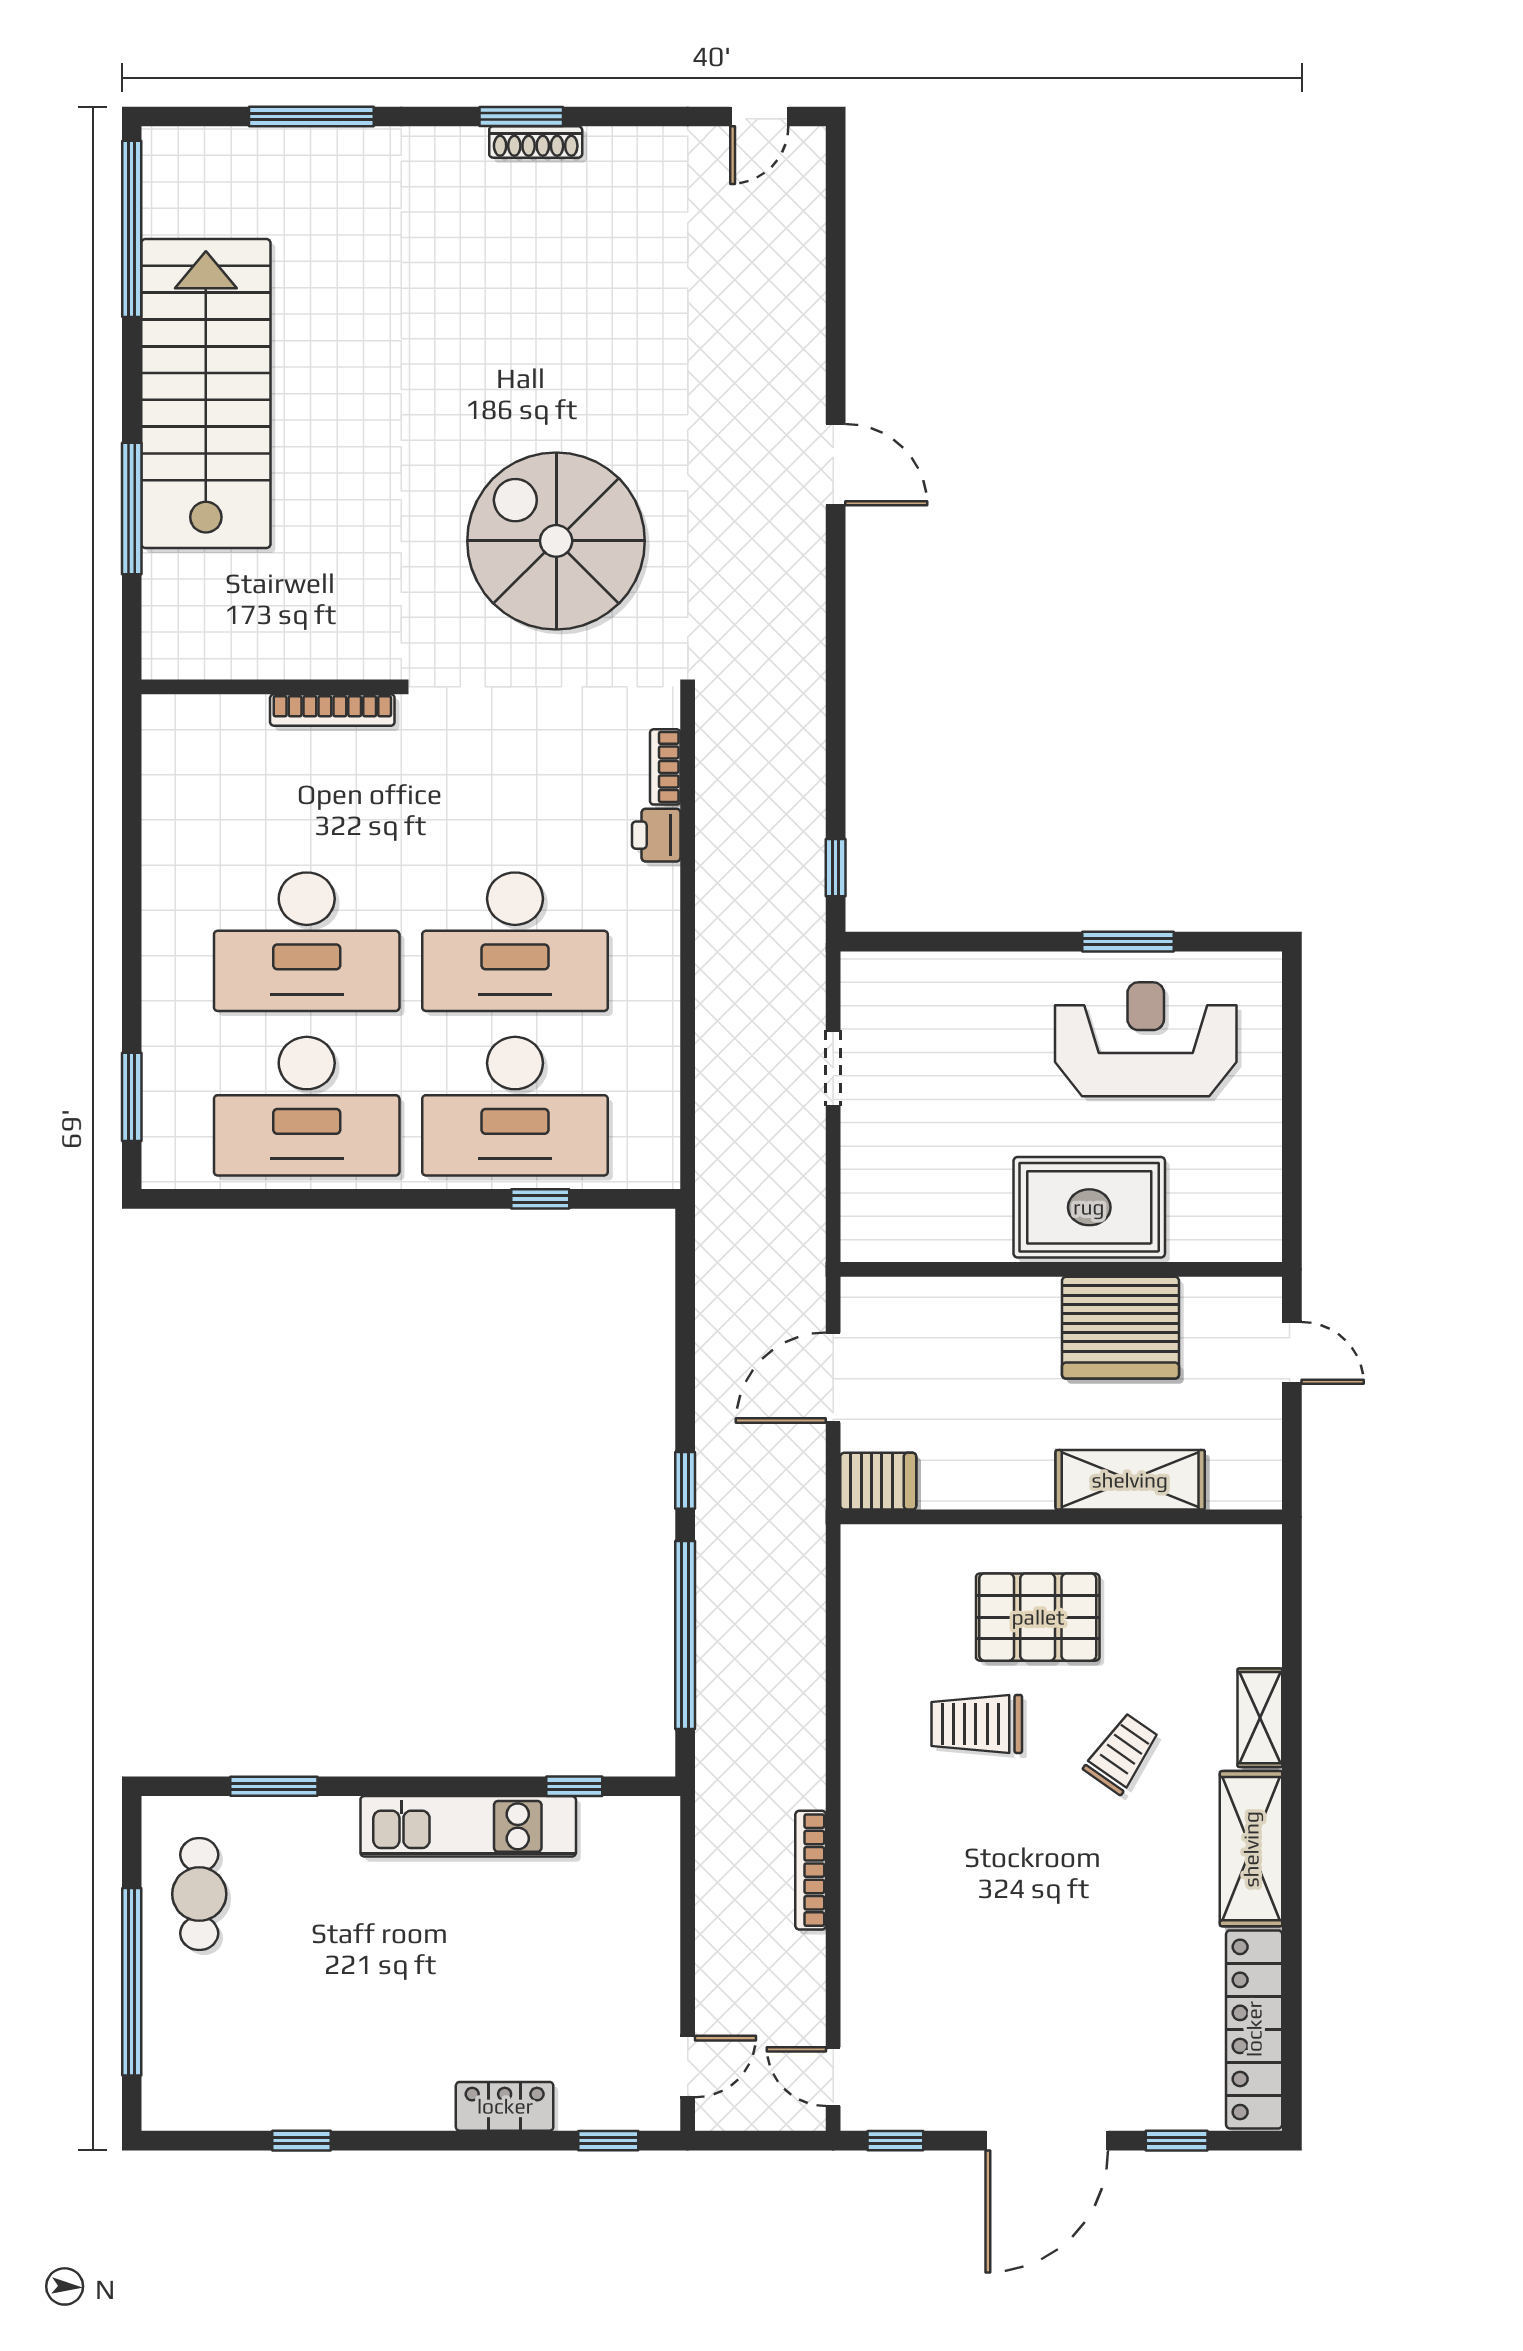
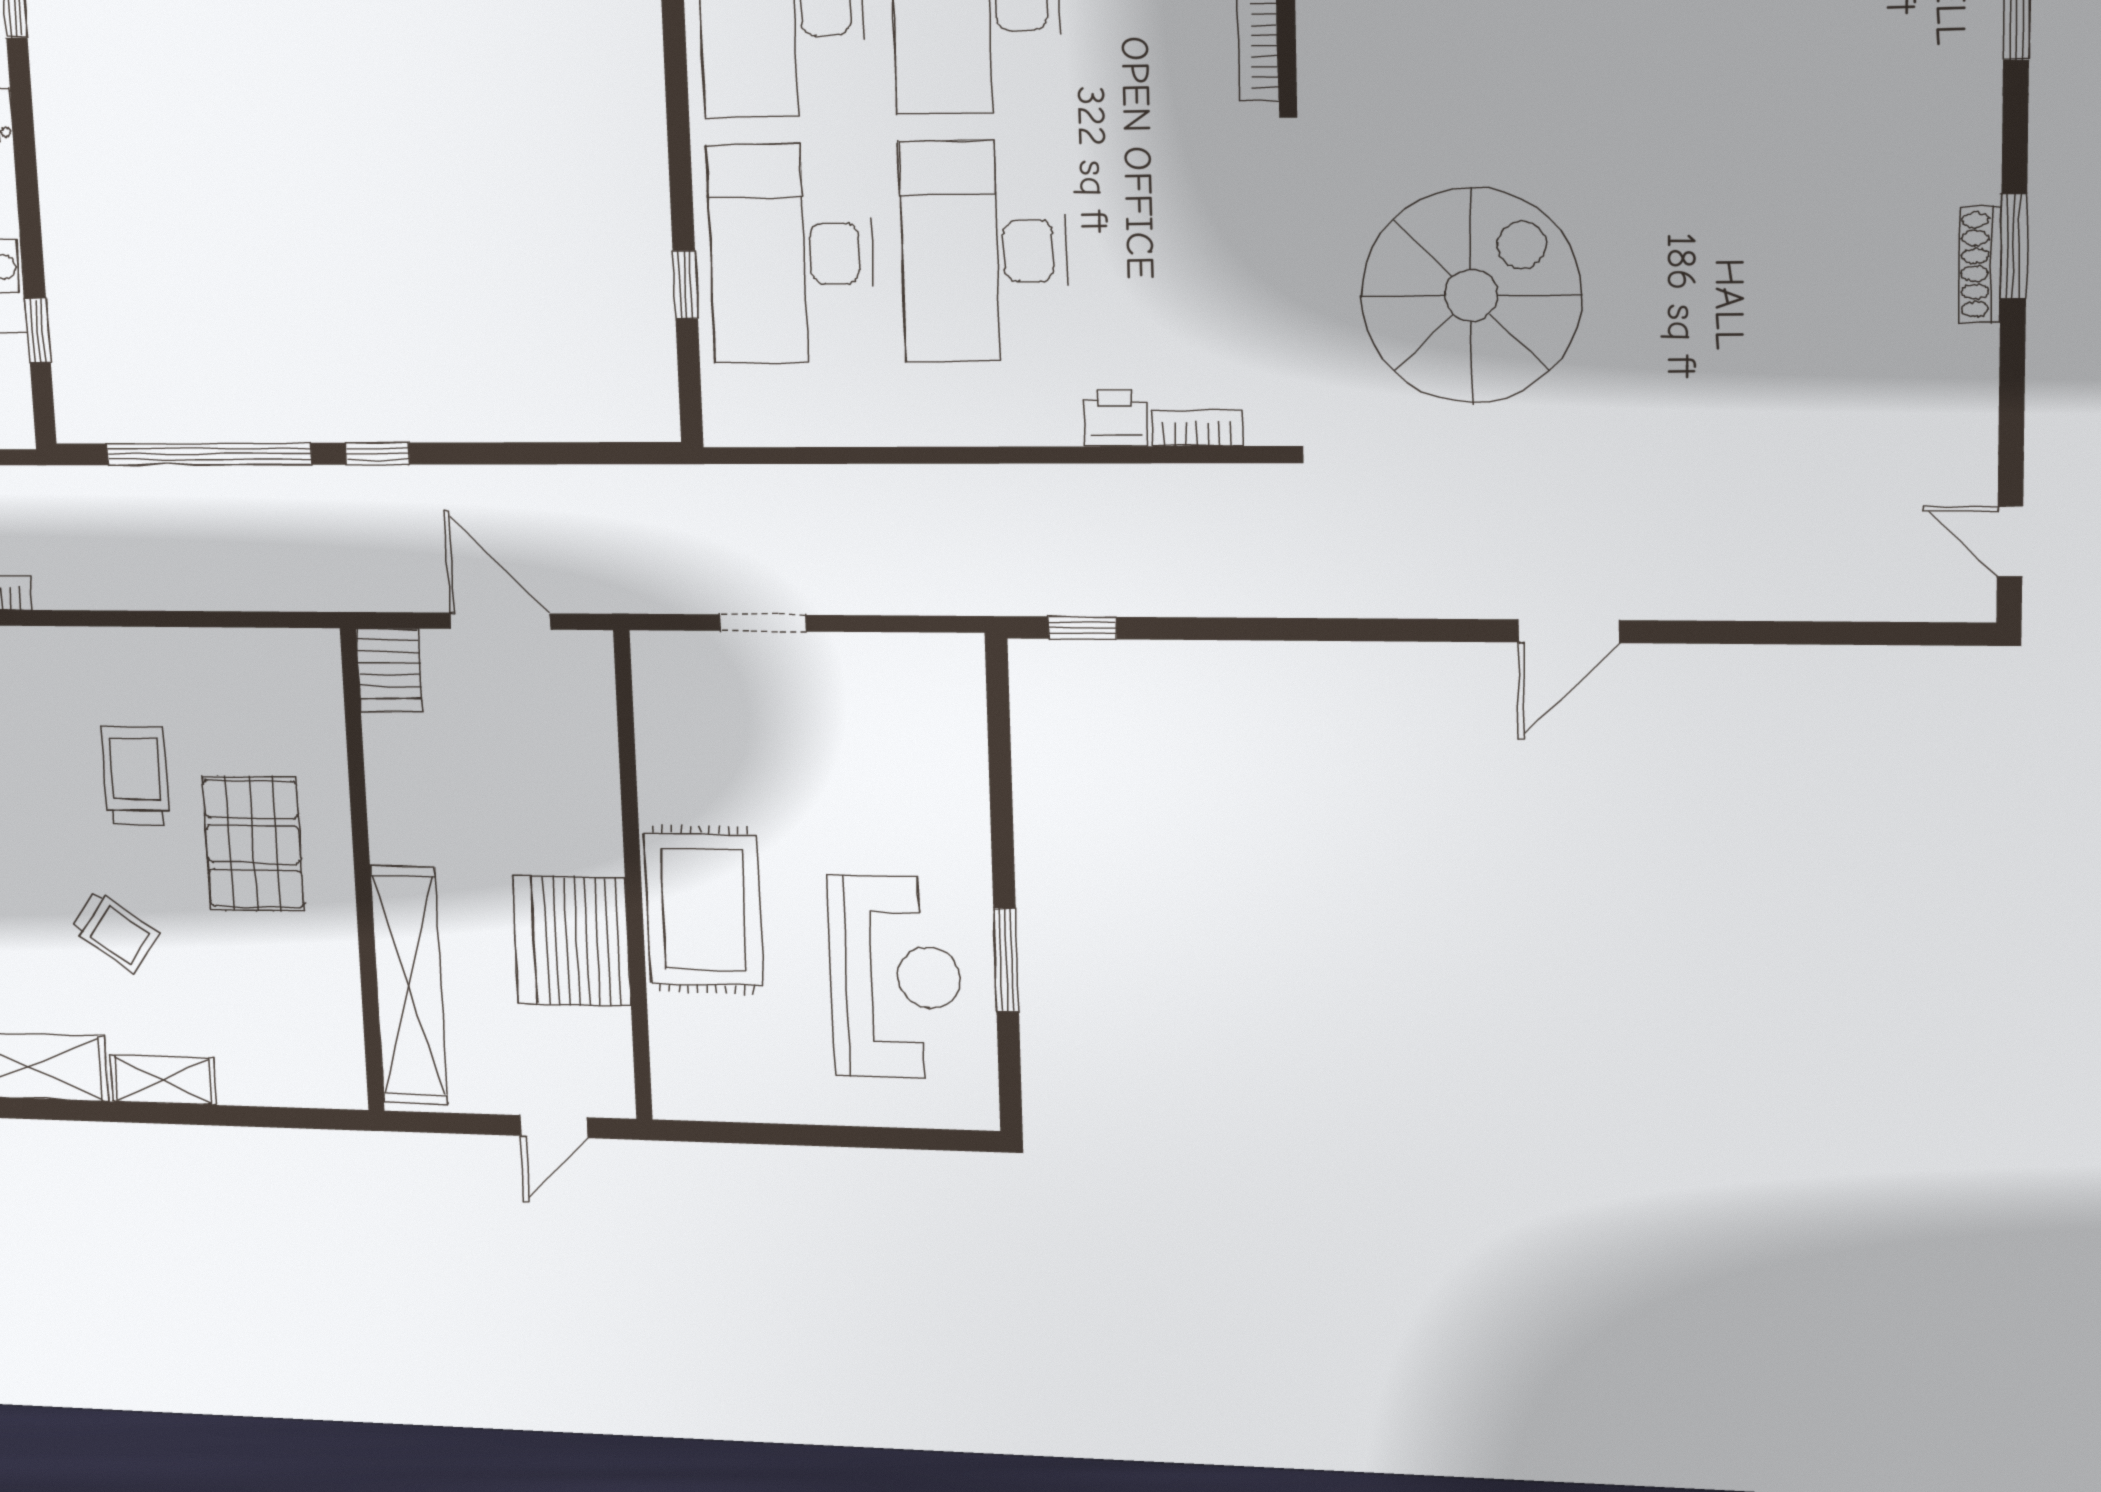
doorway: (833, 1068) -> (763, 623), moved
shelving: (1130, 1480) -> (409, 985), width x1.47

